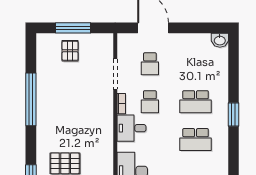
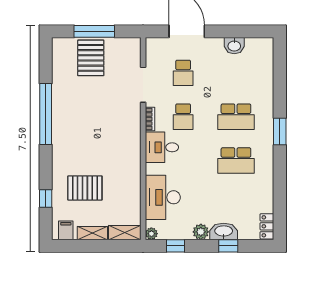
washbasin: (220, 40) -> (234, 46), moved
pallet: (70, 51) -> (91, 58), width x1.50, depth x1.42

